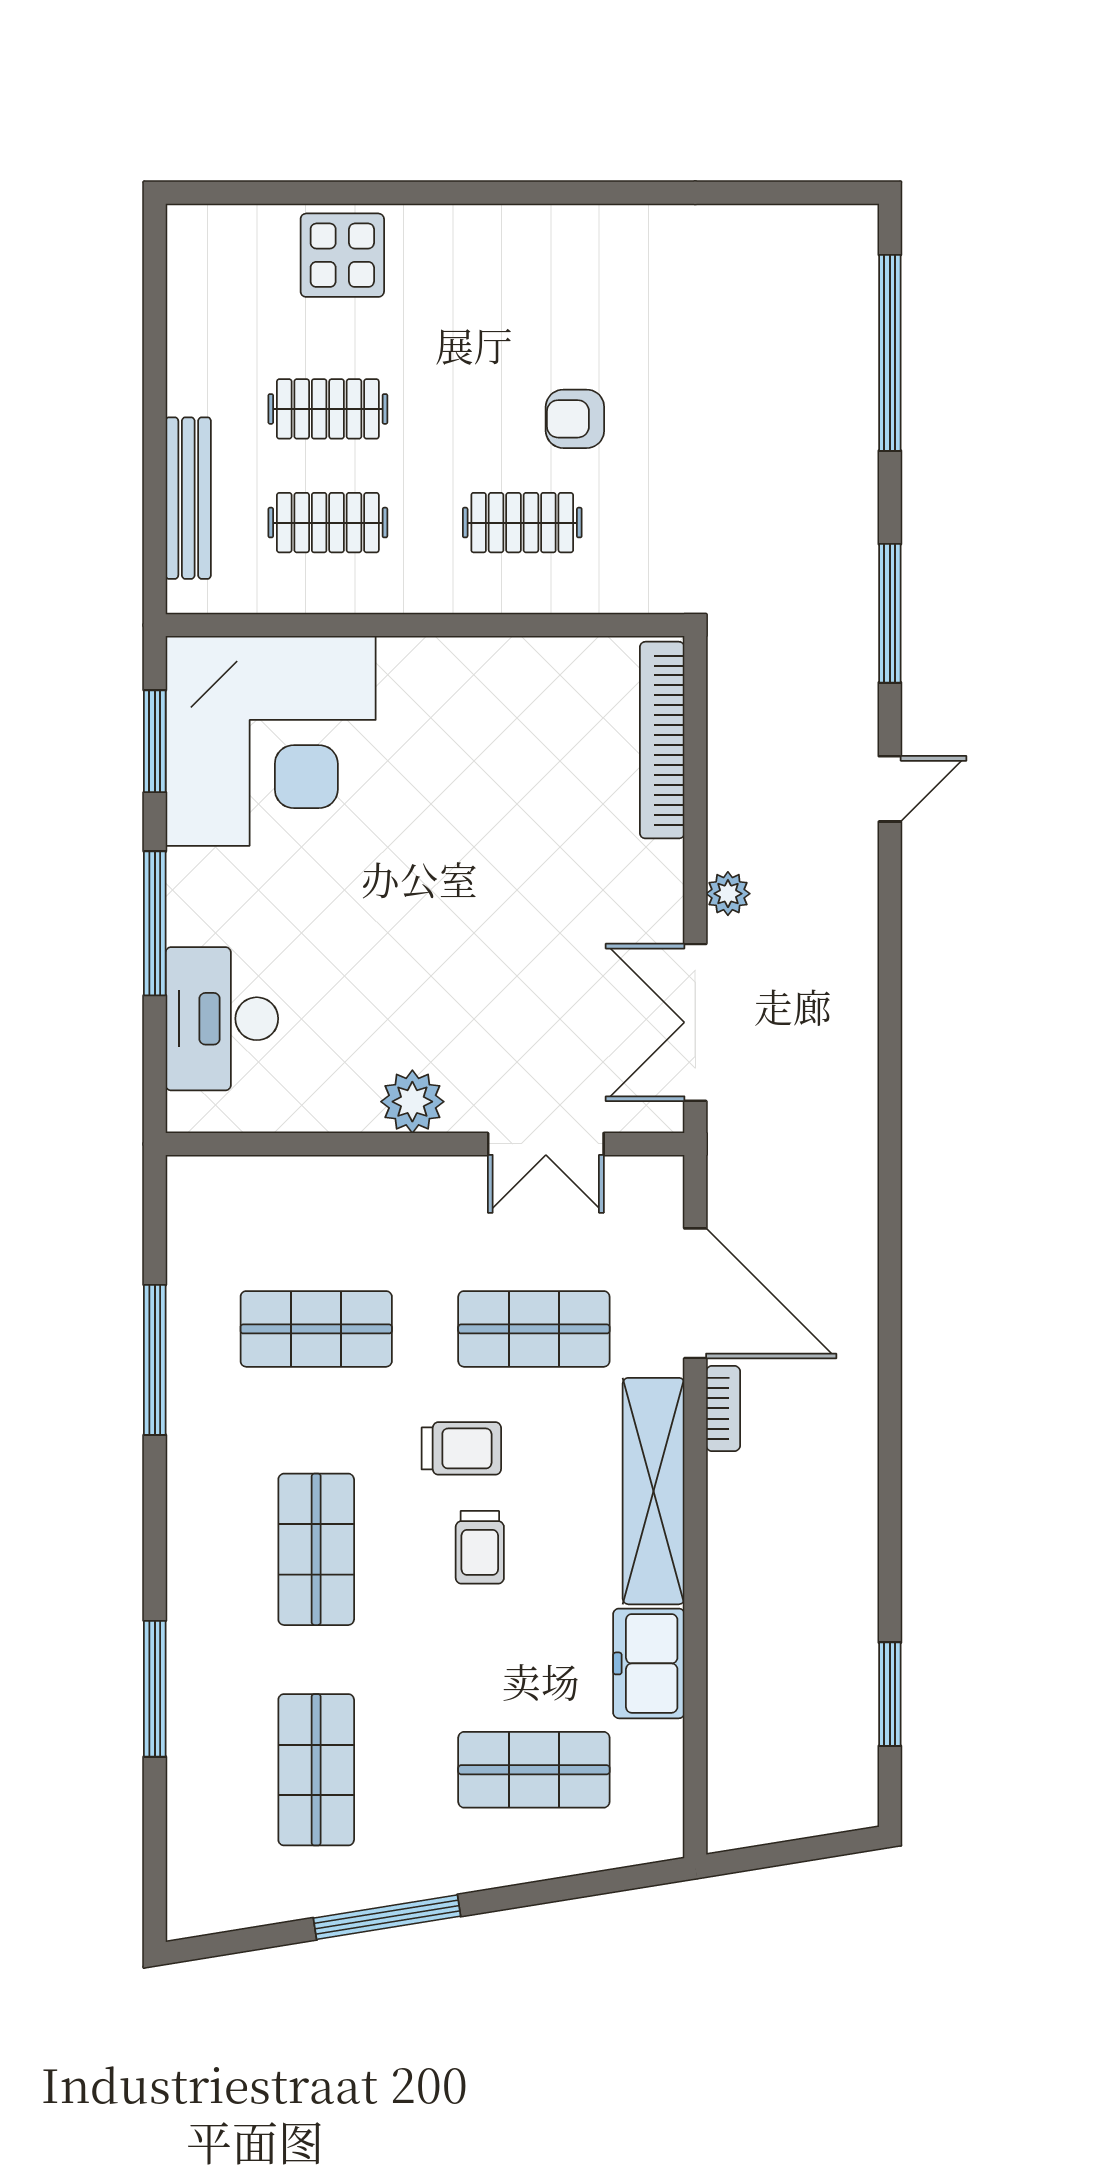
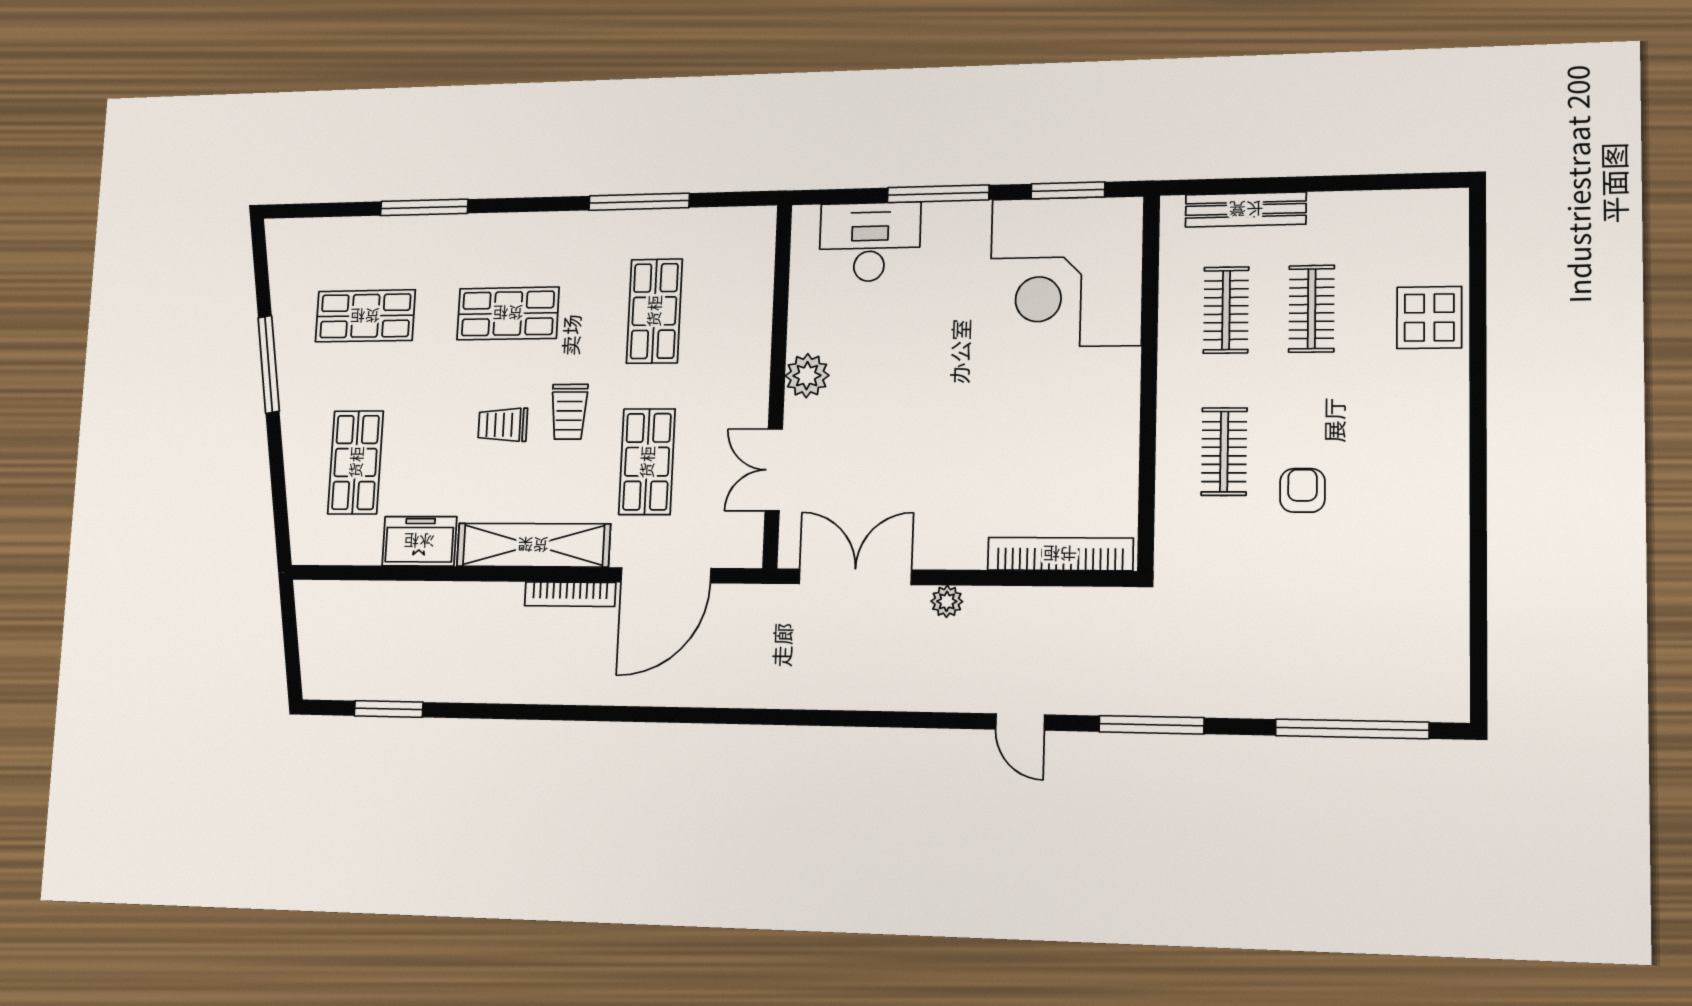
bookcase: (723, 1408) -> (570, 594), width x1.56

